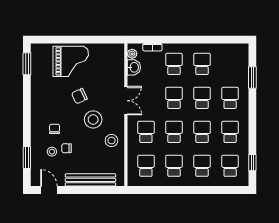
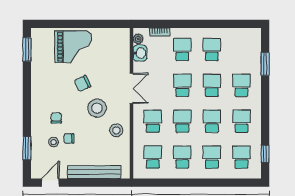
door: (49, 190) -> (50, 183), hinge flipped

